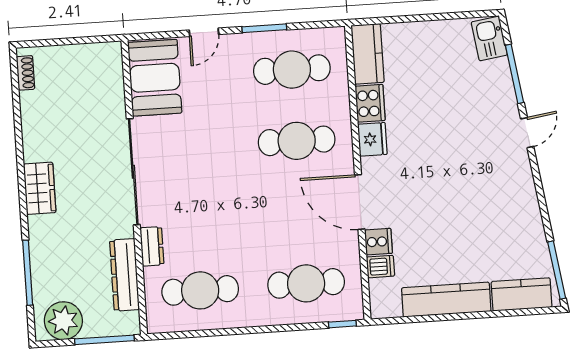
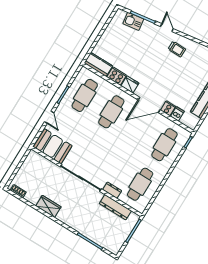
kitchen sink: (489, 39) -> (133, 21), moved
trolley: (500, 180) -> (177, 49), added
wardrobe: (40, 188) -> (48, 206), moved
plant: (63, 321) -> (116, 241), removed

